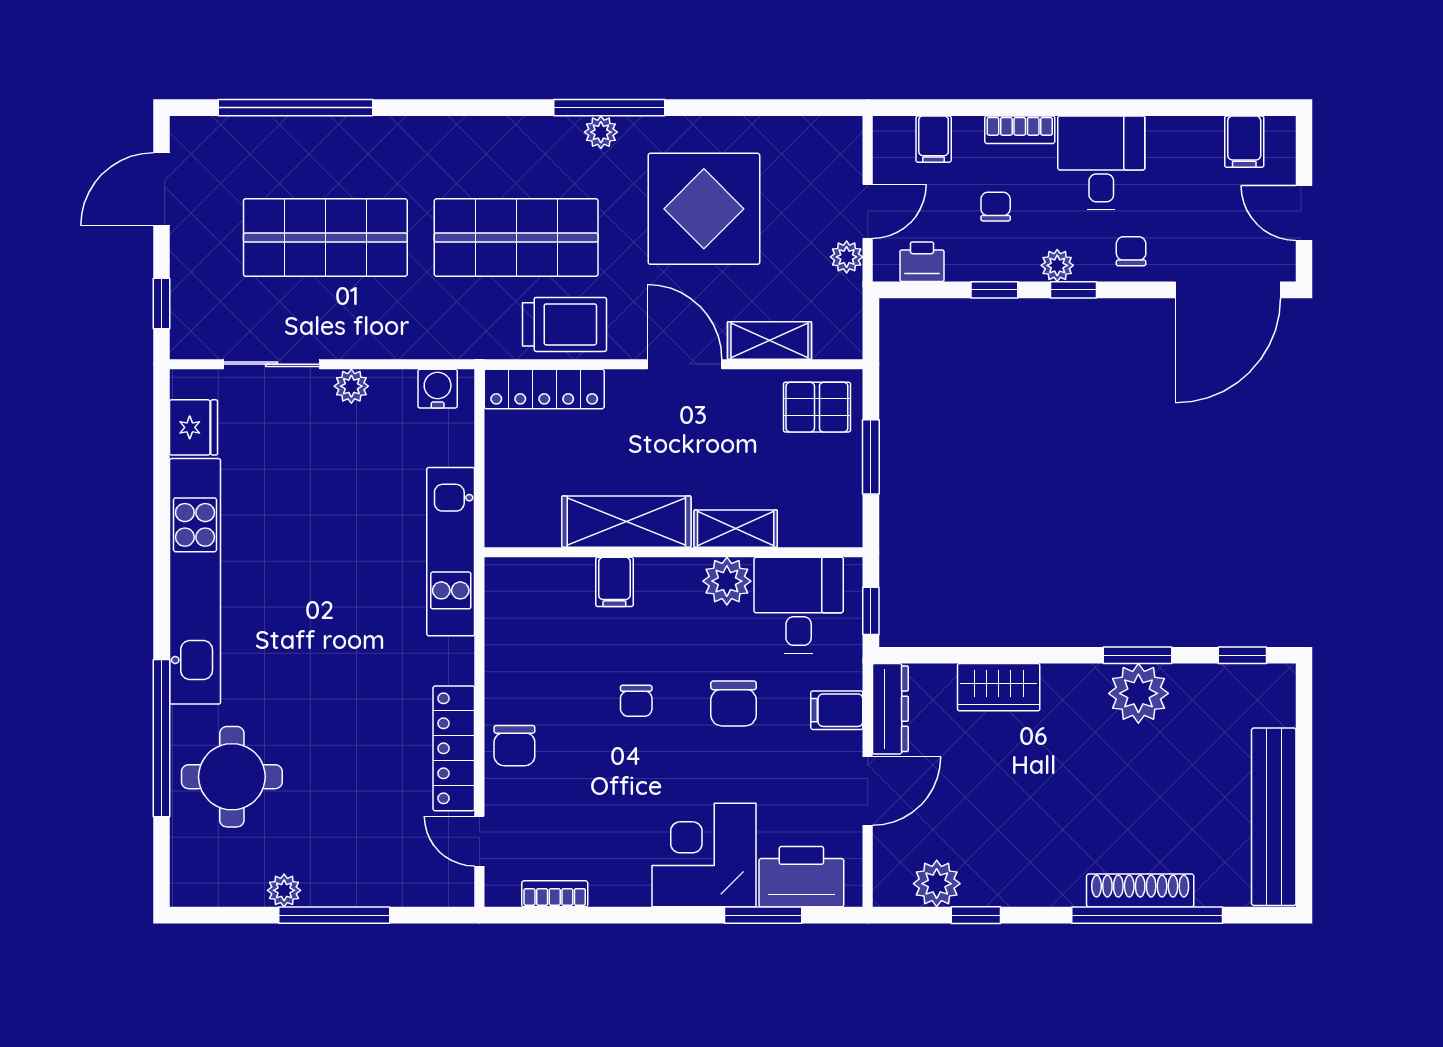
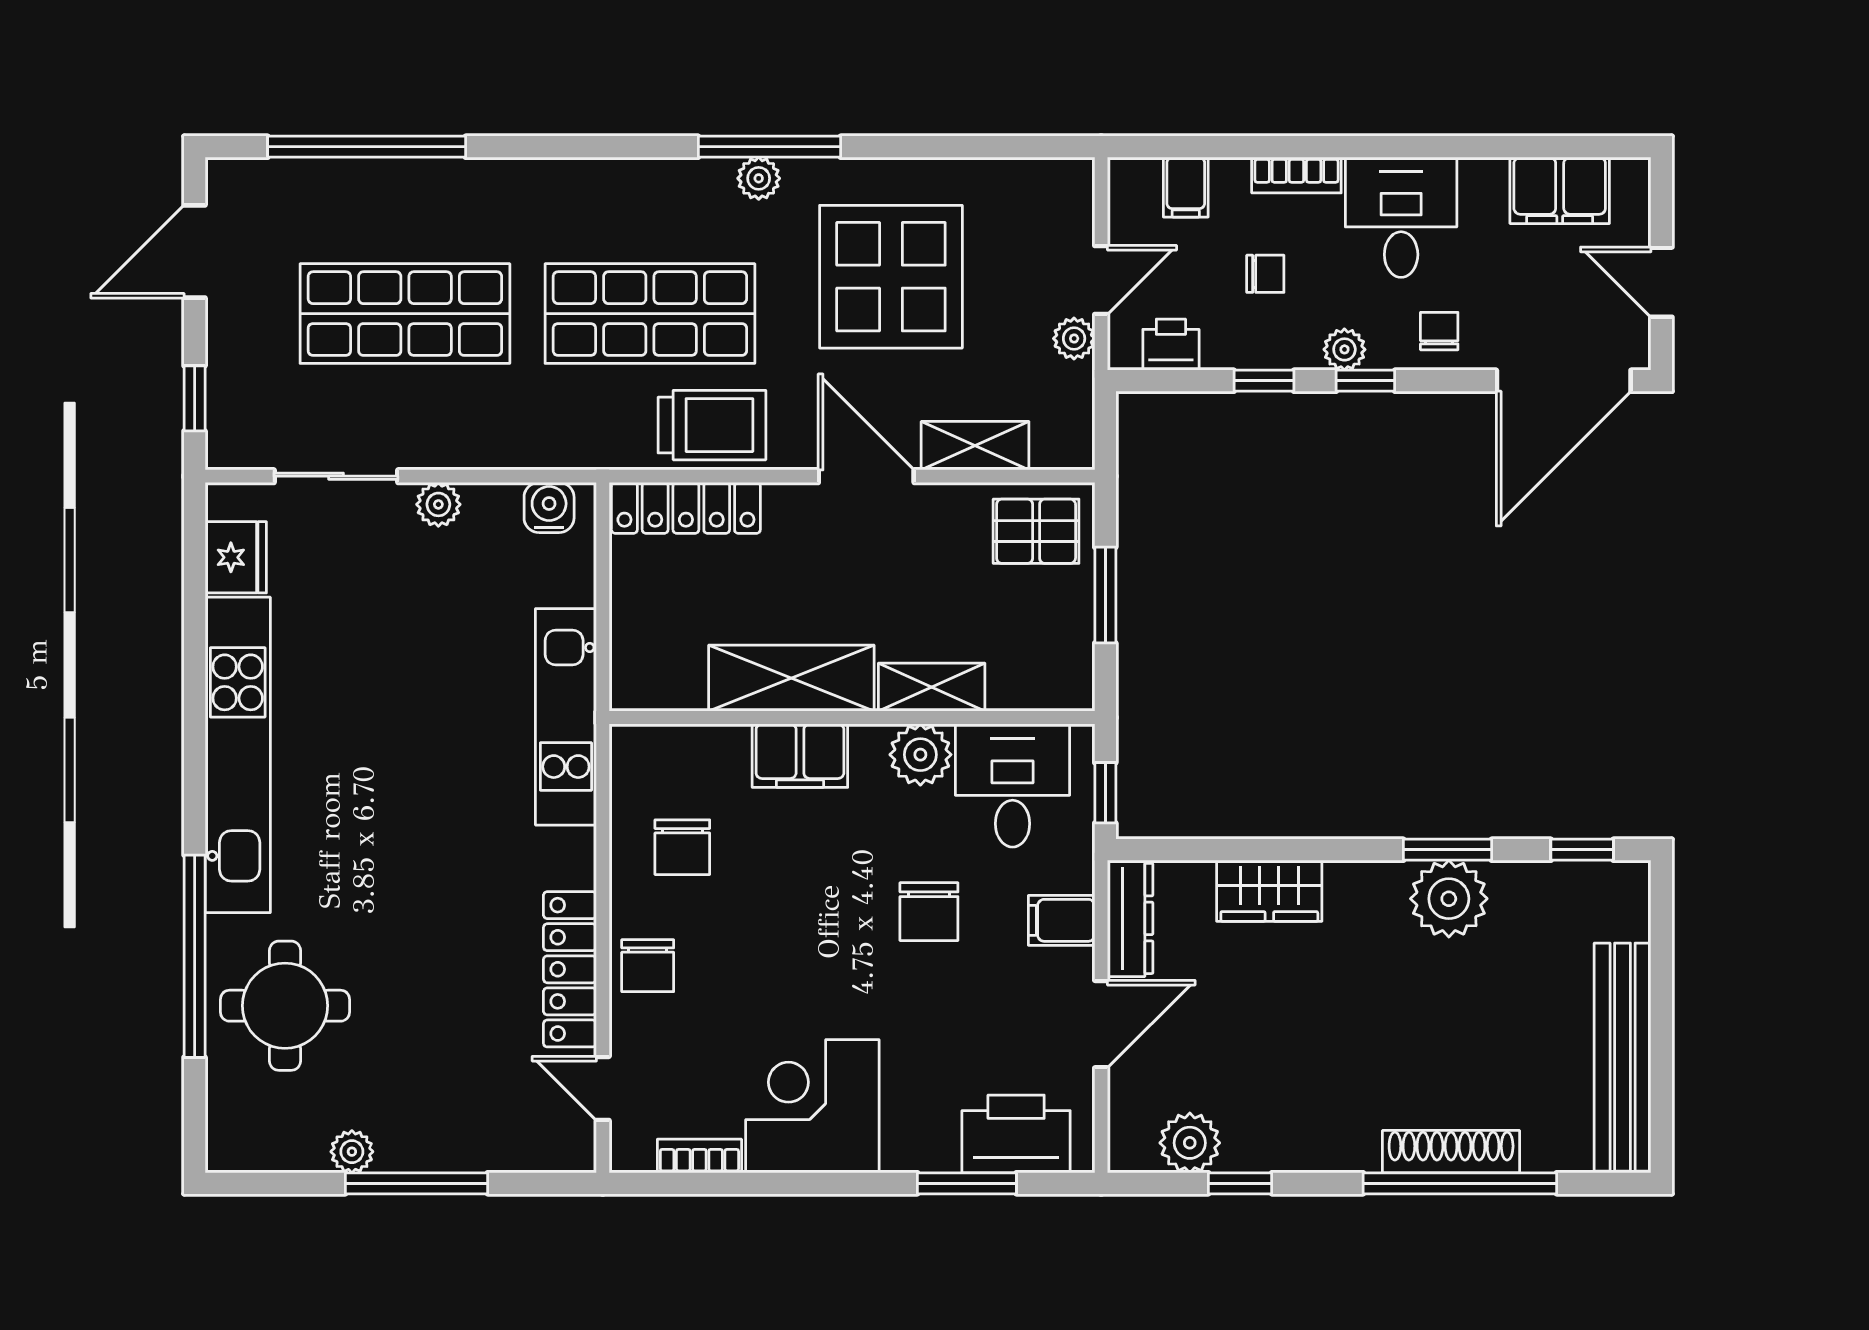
filing cabinet: (1244, 142) -> (1560, 190), width x2.00
chair: (996, 207) -> (1265, 274), turned 90
filing cabinet: (614, 582) -> (800, 756), width x2.00
chair: (636, 701) -> (682, 847), moved, width x1.37, depth x1.37
corner desk: (704, 855) -> (812, 1106), moved

